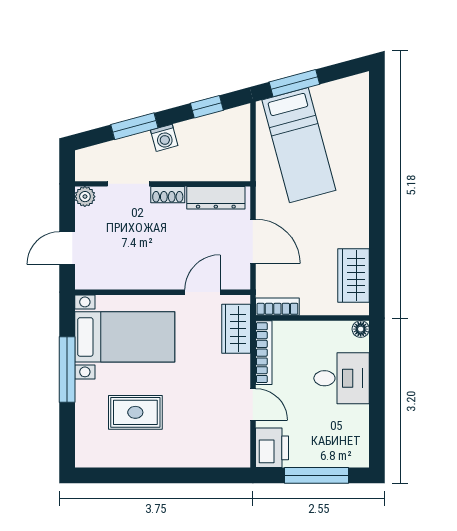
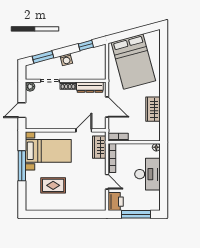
window: (294, 83) -> (126, 35), removed
window: (134, 126) -> (43, 57), moved
bed: (299, 145) -> (133, 62), width x1.50
wardrobe: (354, 276) -> (153, 109), moved
desk: (342, 378) -> (148, 174), width x1.37

